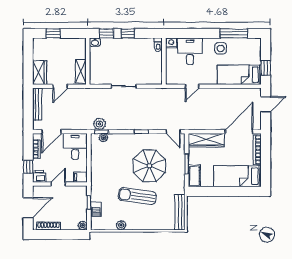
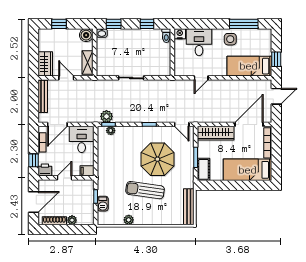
window: (128, 33) -> (147, 24), moved
boiler: (80, 44) -> (86, 35), added
door: (60, 86) -> (66, 78), swing flipped
plant: (83, 225) -> (72, 220), moved

